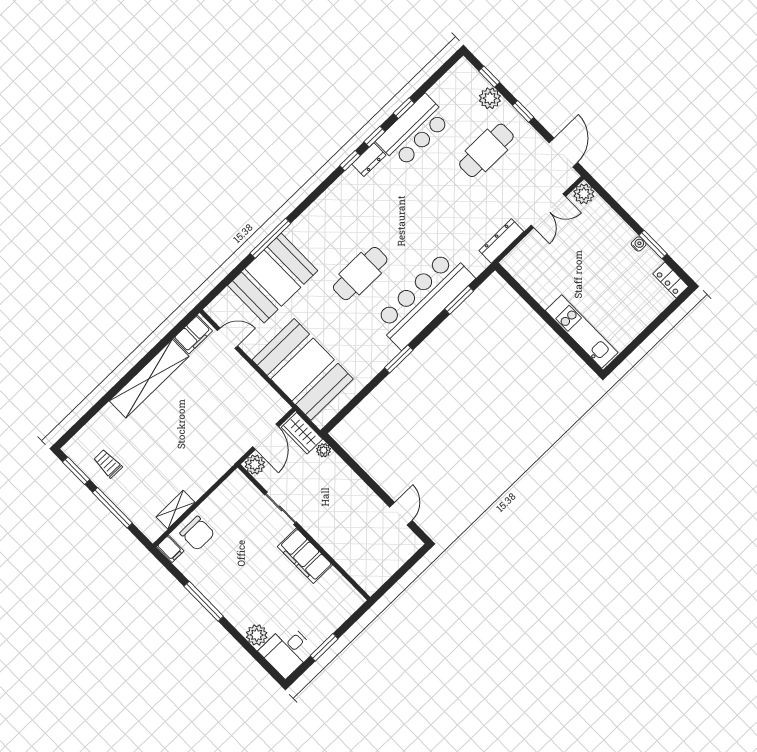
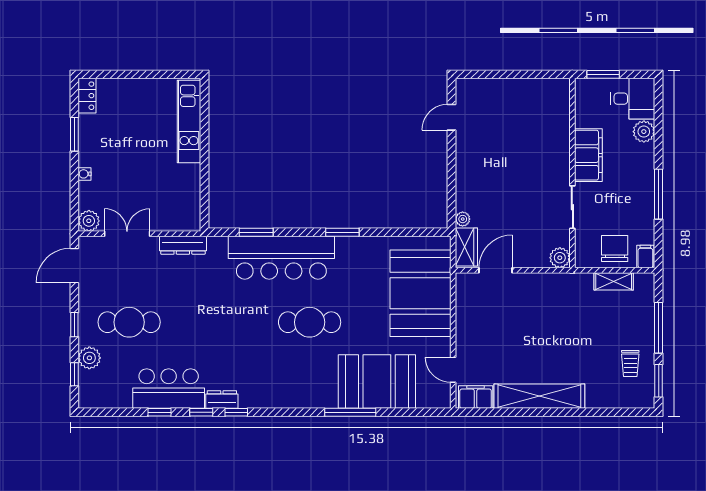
water cooler: (639, 244) -> (85, 174), moved
plant: (255, 464) -> (560, 258), moved
sliding door: (281, 508) -> (572, 207), moved
wall: (304, 532) -> (572, 173), moved
filing cabinet: (305, 556) -> (588, 155), moved

